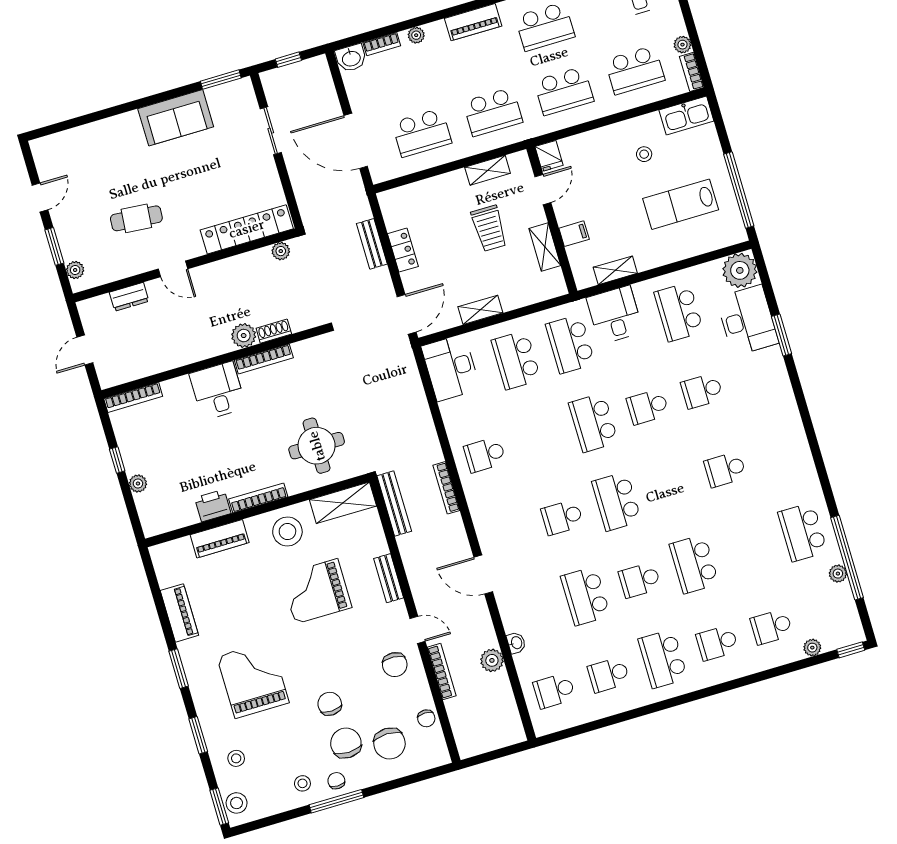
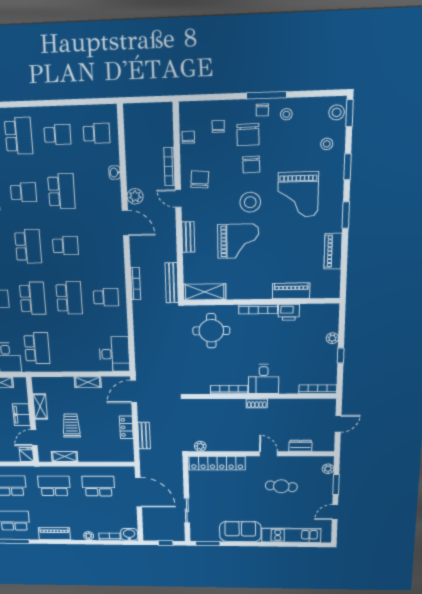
kitchen unit: (94, 135) -> (291, 535), added
filing cabinet: (574, 234) -> (21, 415), width x2.00
shoe rack: (274, 331) -> (257, 403), moved
plant: (244, 336) -> (237, 406), removed
school desk: (516, 360) -> (69, 298), moved
stool: (287, 532) -> (250, 202), moved
plant: (492, 660) -> (135, 196), moved
chair: (390, 744) -> (218, 126), width x0.54, depth x0.54

